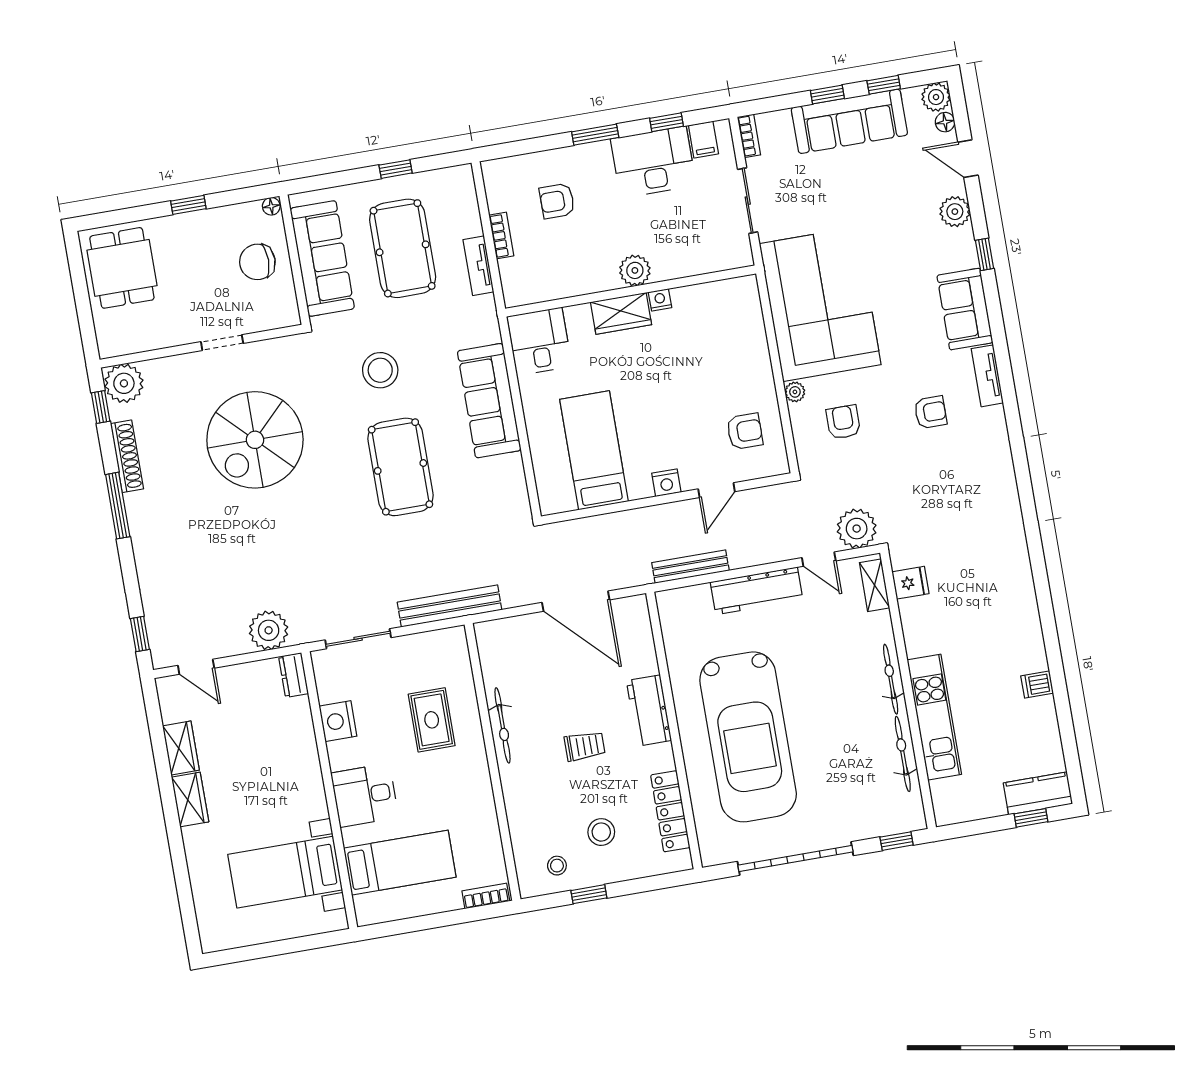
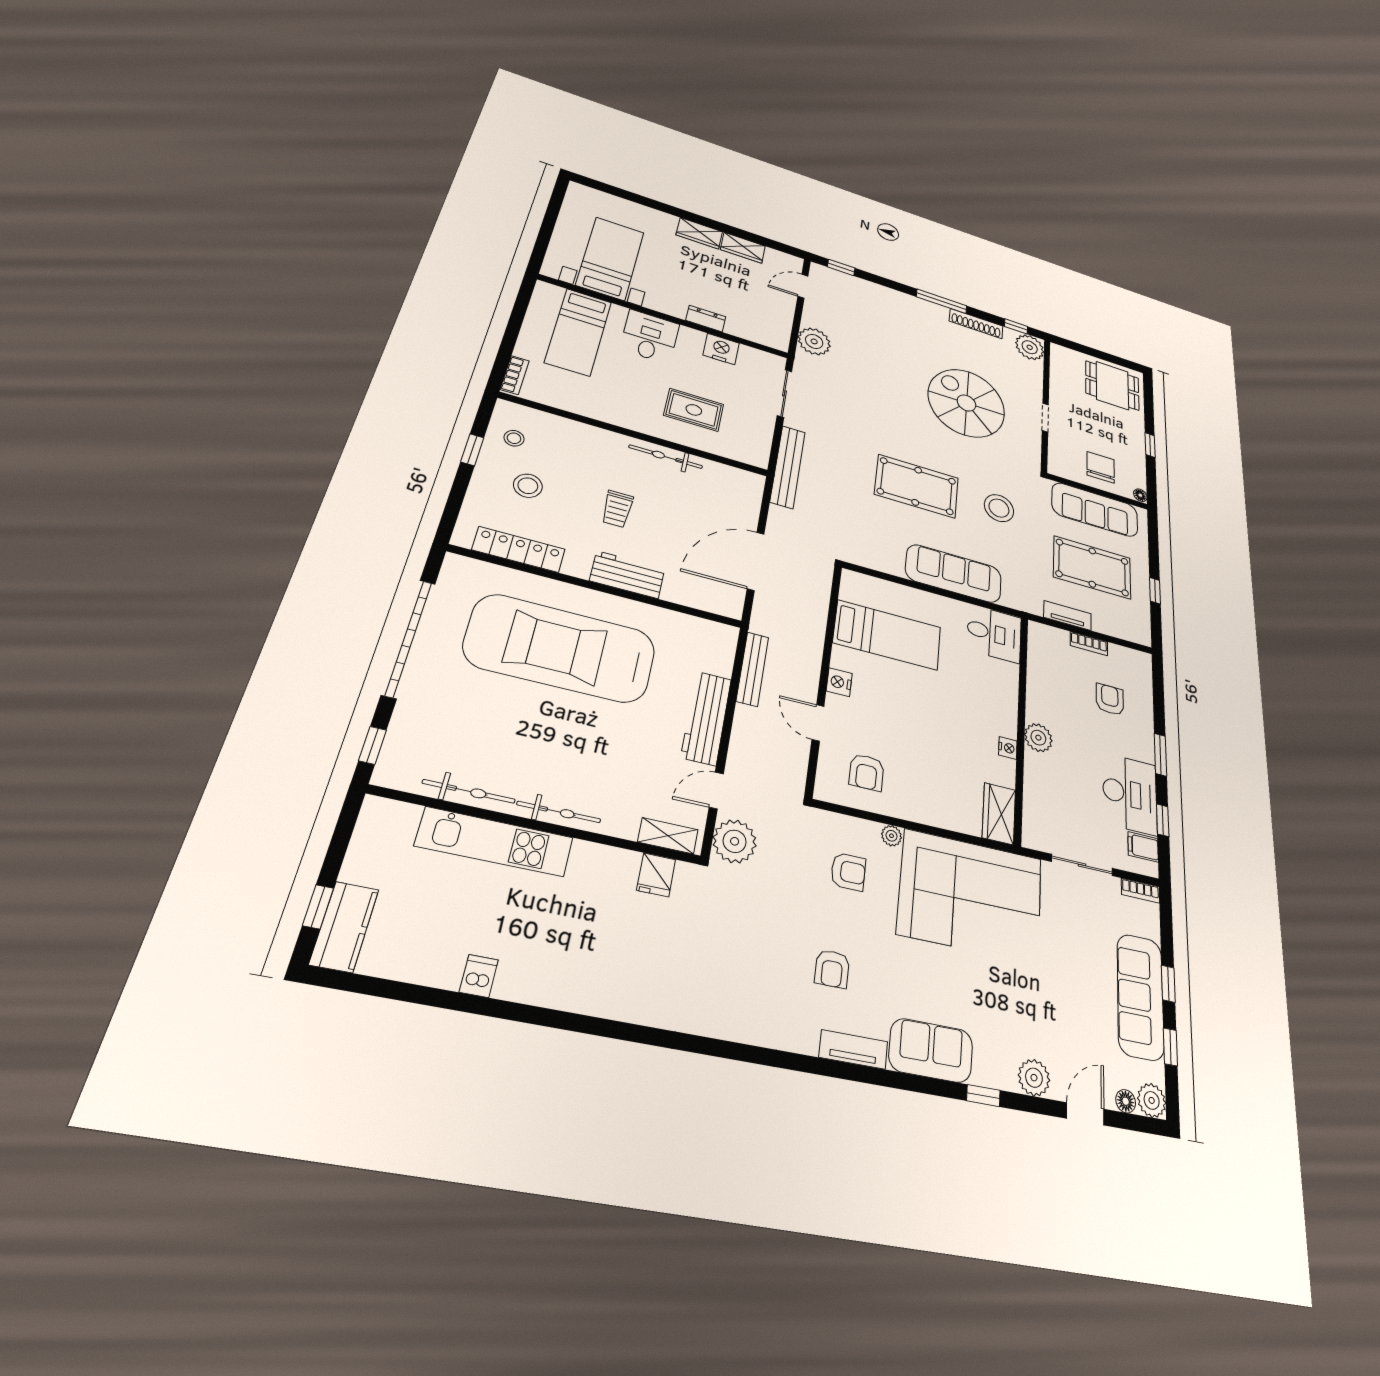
wardrobe: (621, 313) -> (999, 814), moved
dresser: (294, 675) -> (706, 319), moved

